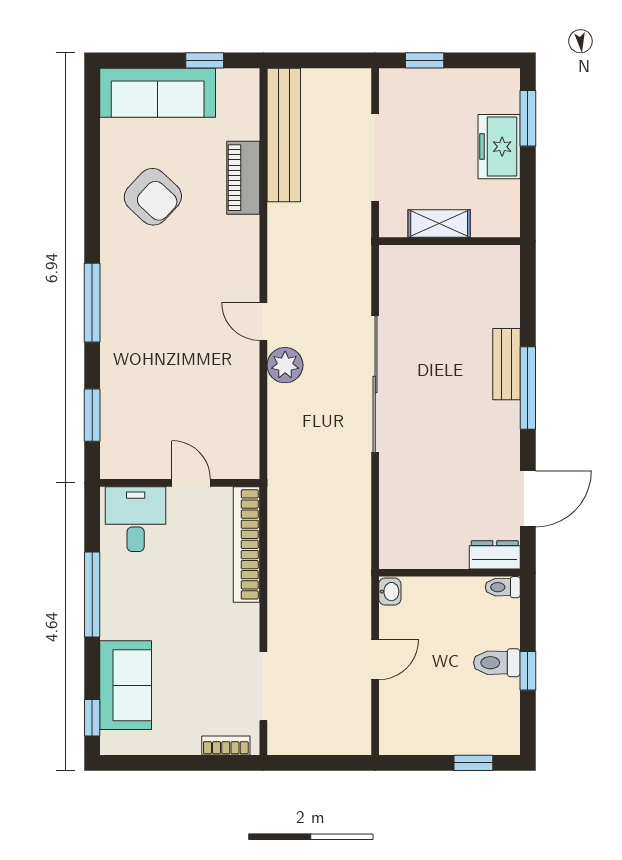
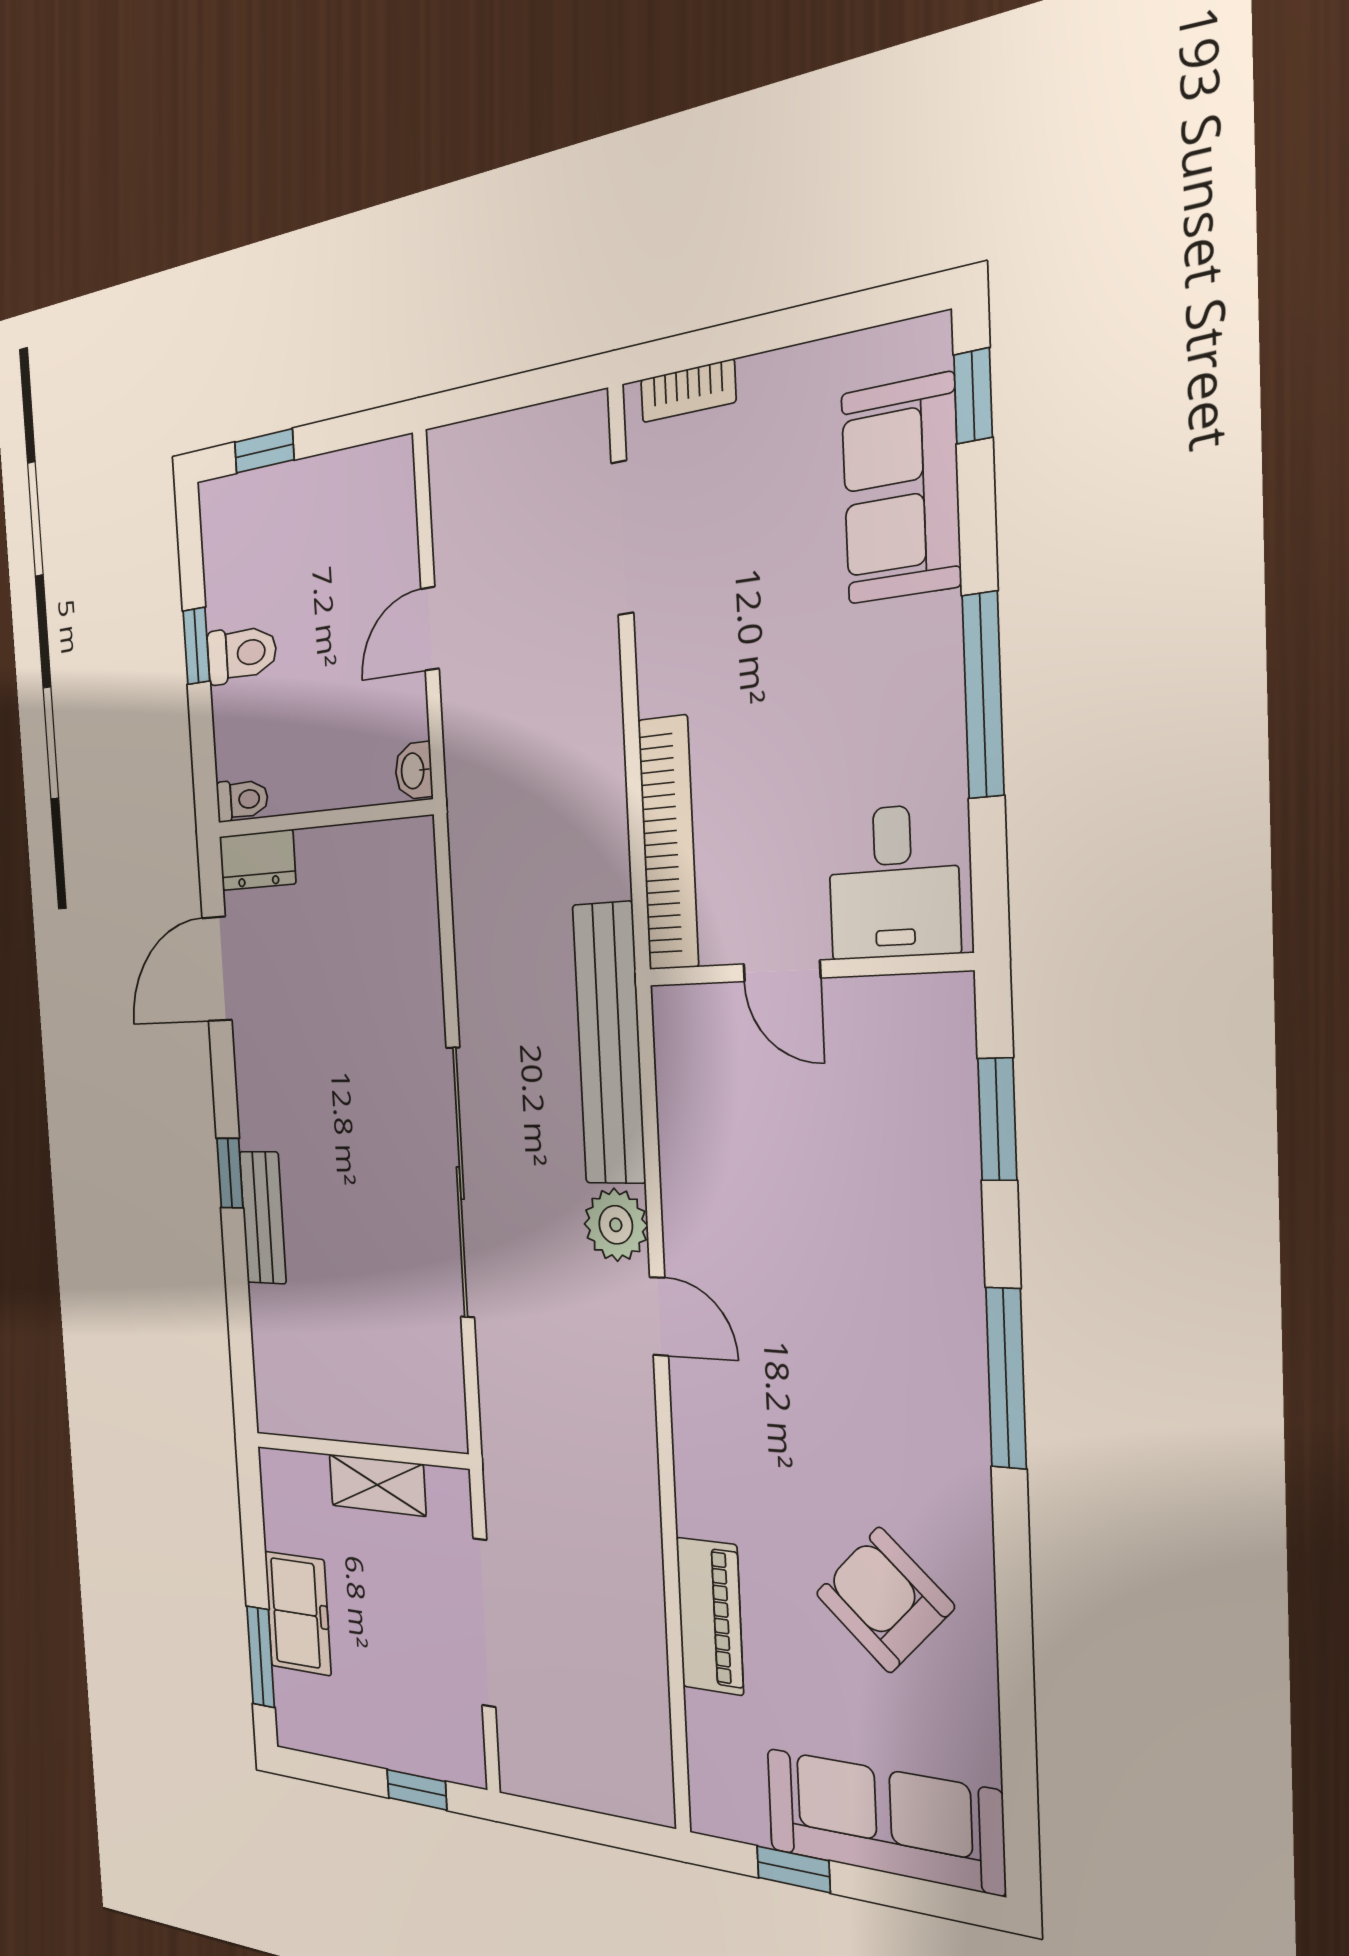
bench: (284, 135) -> (609, 1044), moved
window: (528, 388) -> (230, 1173), width x0.46

